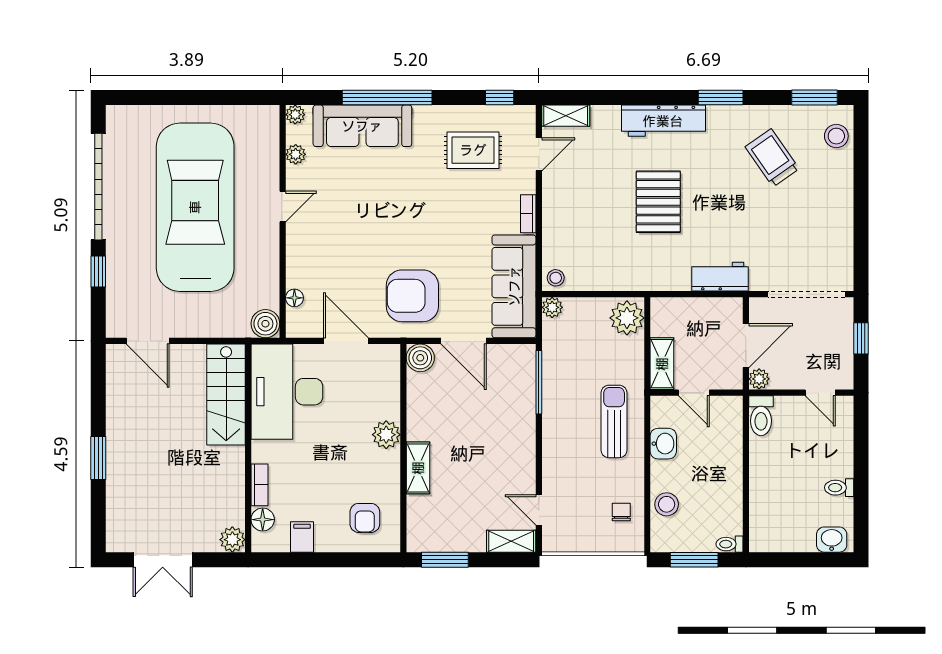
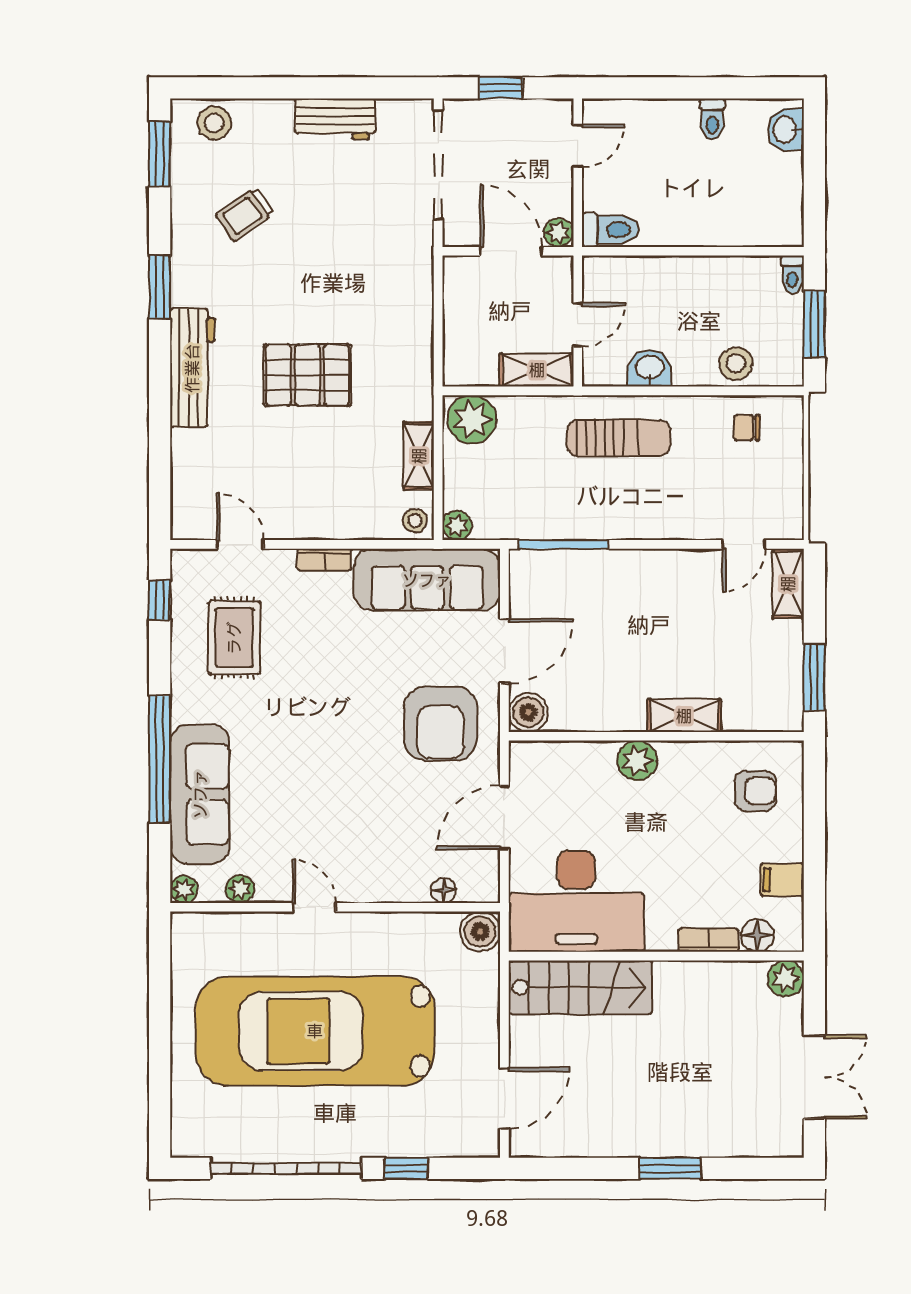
shelving: (566, 116) -> (419, 456), moved
trolley: (772, 158) -> (245, 214), width x0.73, depth x0.72
workbench: (720, 277) -> (335, 119), moved, turned -90
sun lounger: (614, 421) -> (619, 438), turned 180

